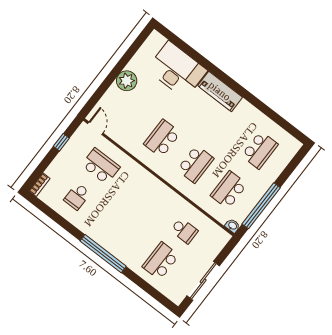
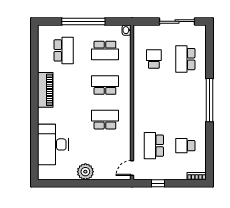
piano: (220, 91) -> (45, 90), moved
school desk: (162, 138) -> (105, 120), turned 180
school desk: (260, 150) -> (64, 50), turned 90
school desk: (77, 196) -> (185, 146), turned 180
window: (261, 206) -> (83, 21), moved
school desk: (161, 261) -> (185, 59), turned 90

